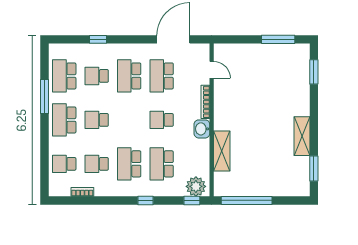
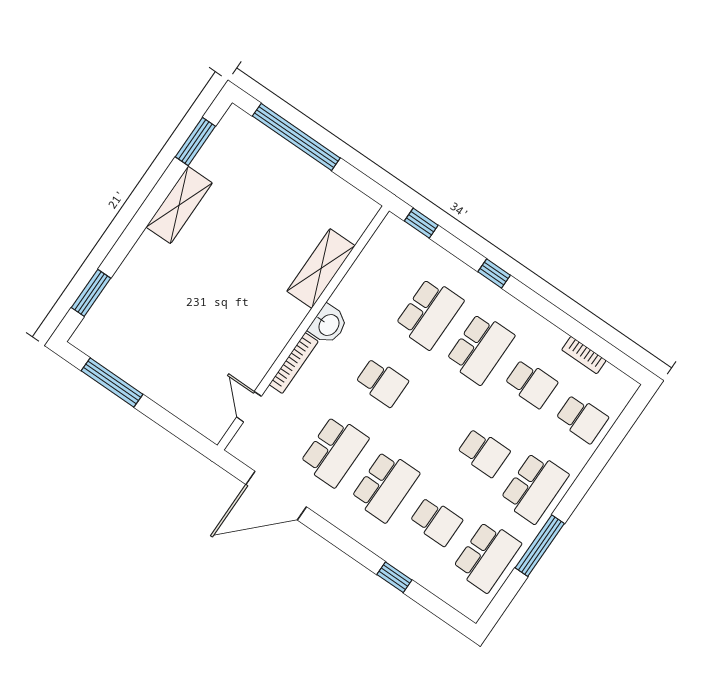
plant: (196, 186) -> (400, 241), removed
window: (247, 200) -> (296, 137), moved

